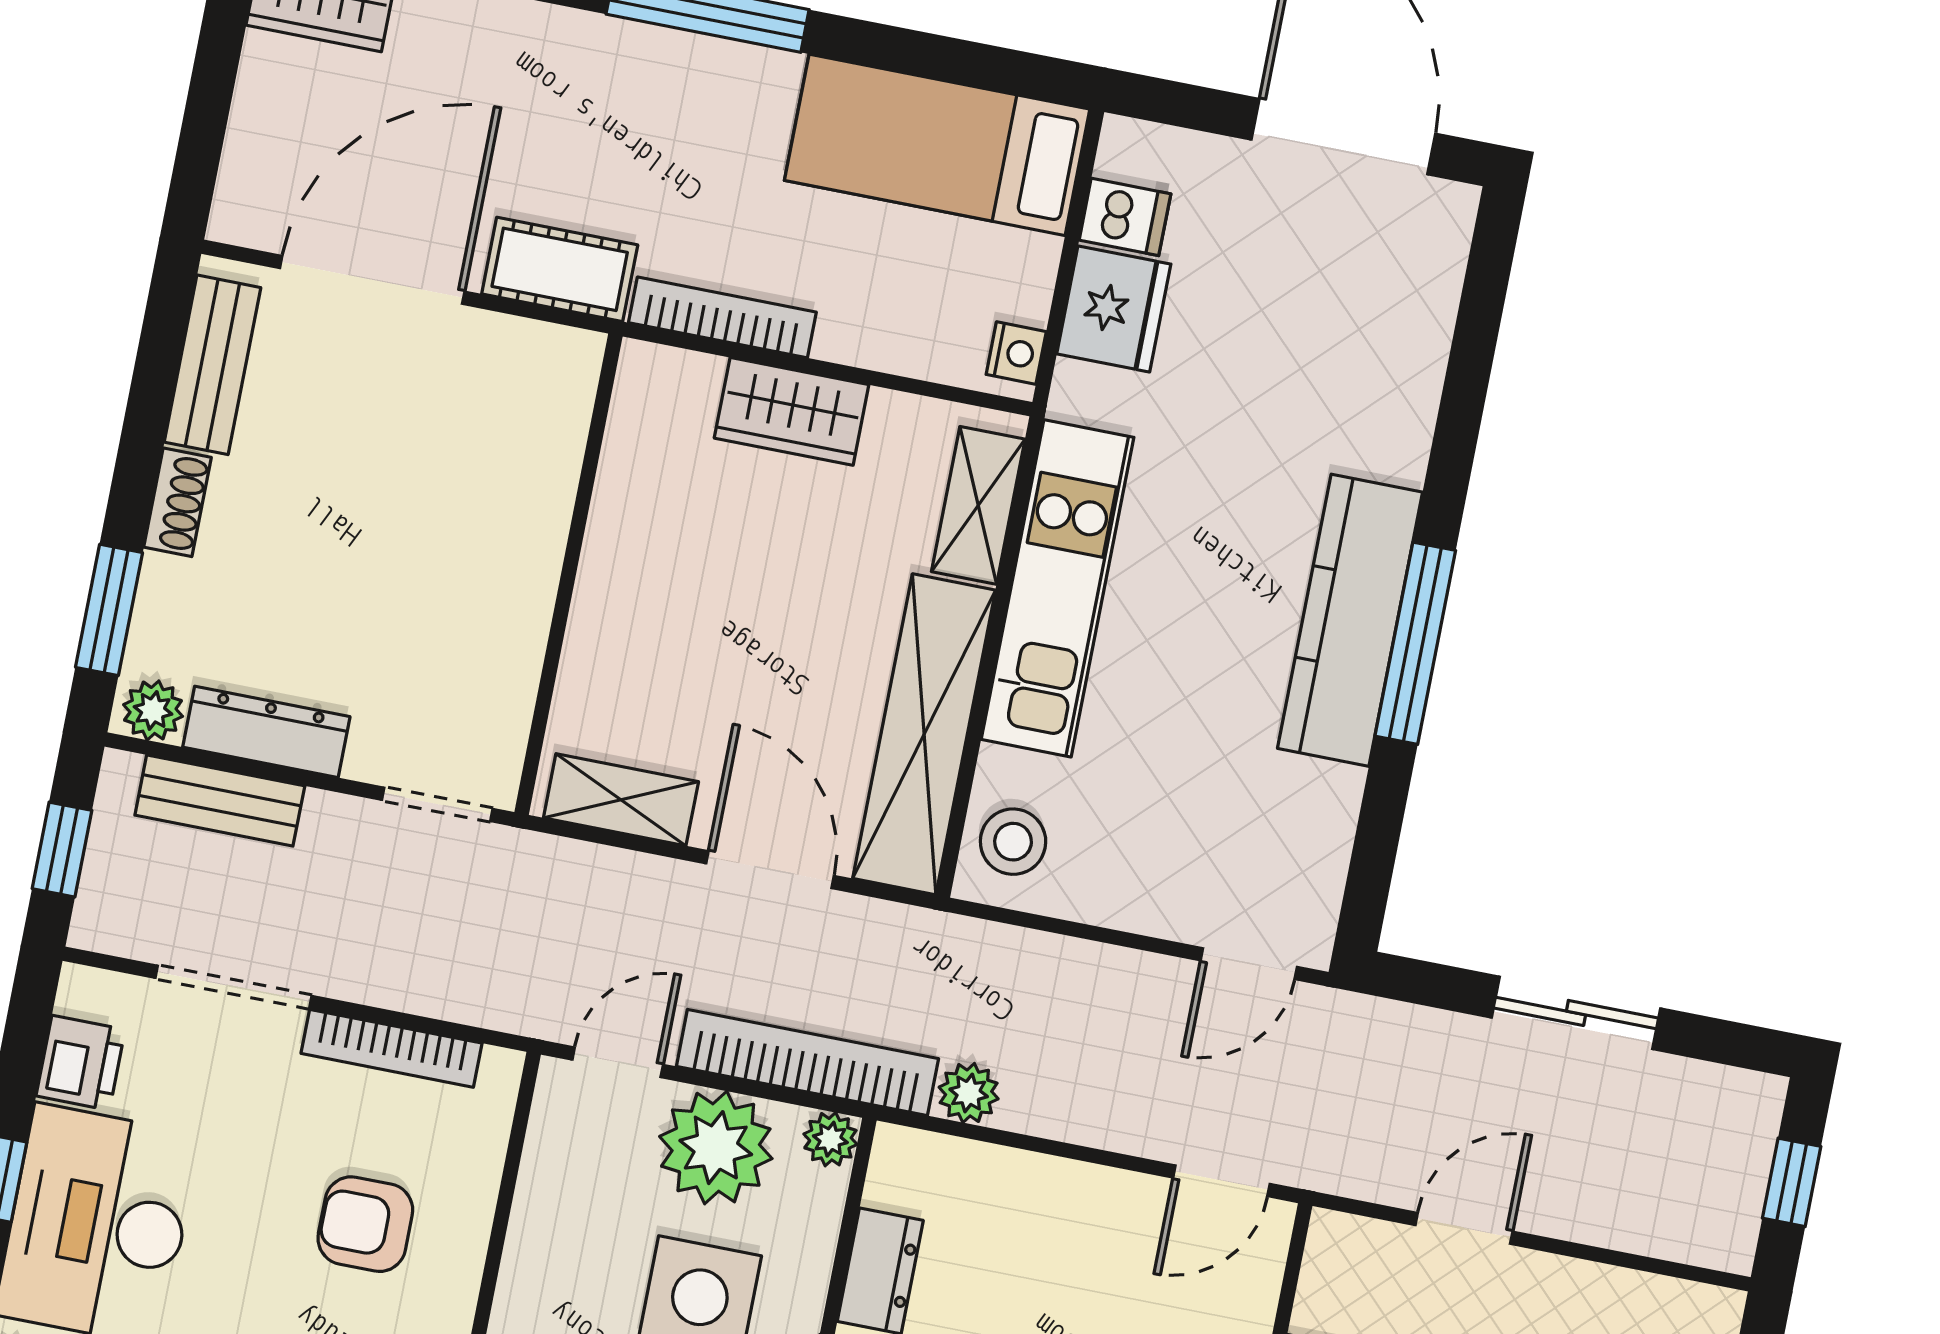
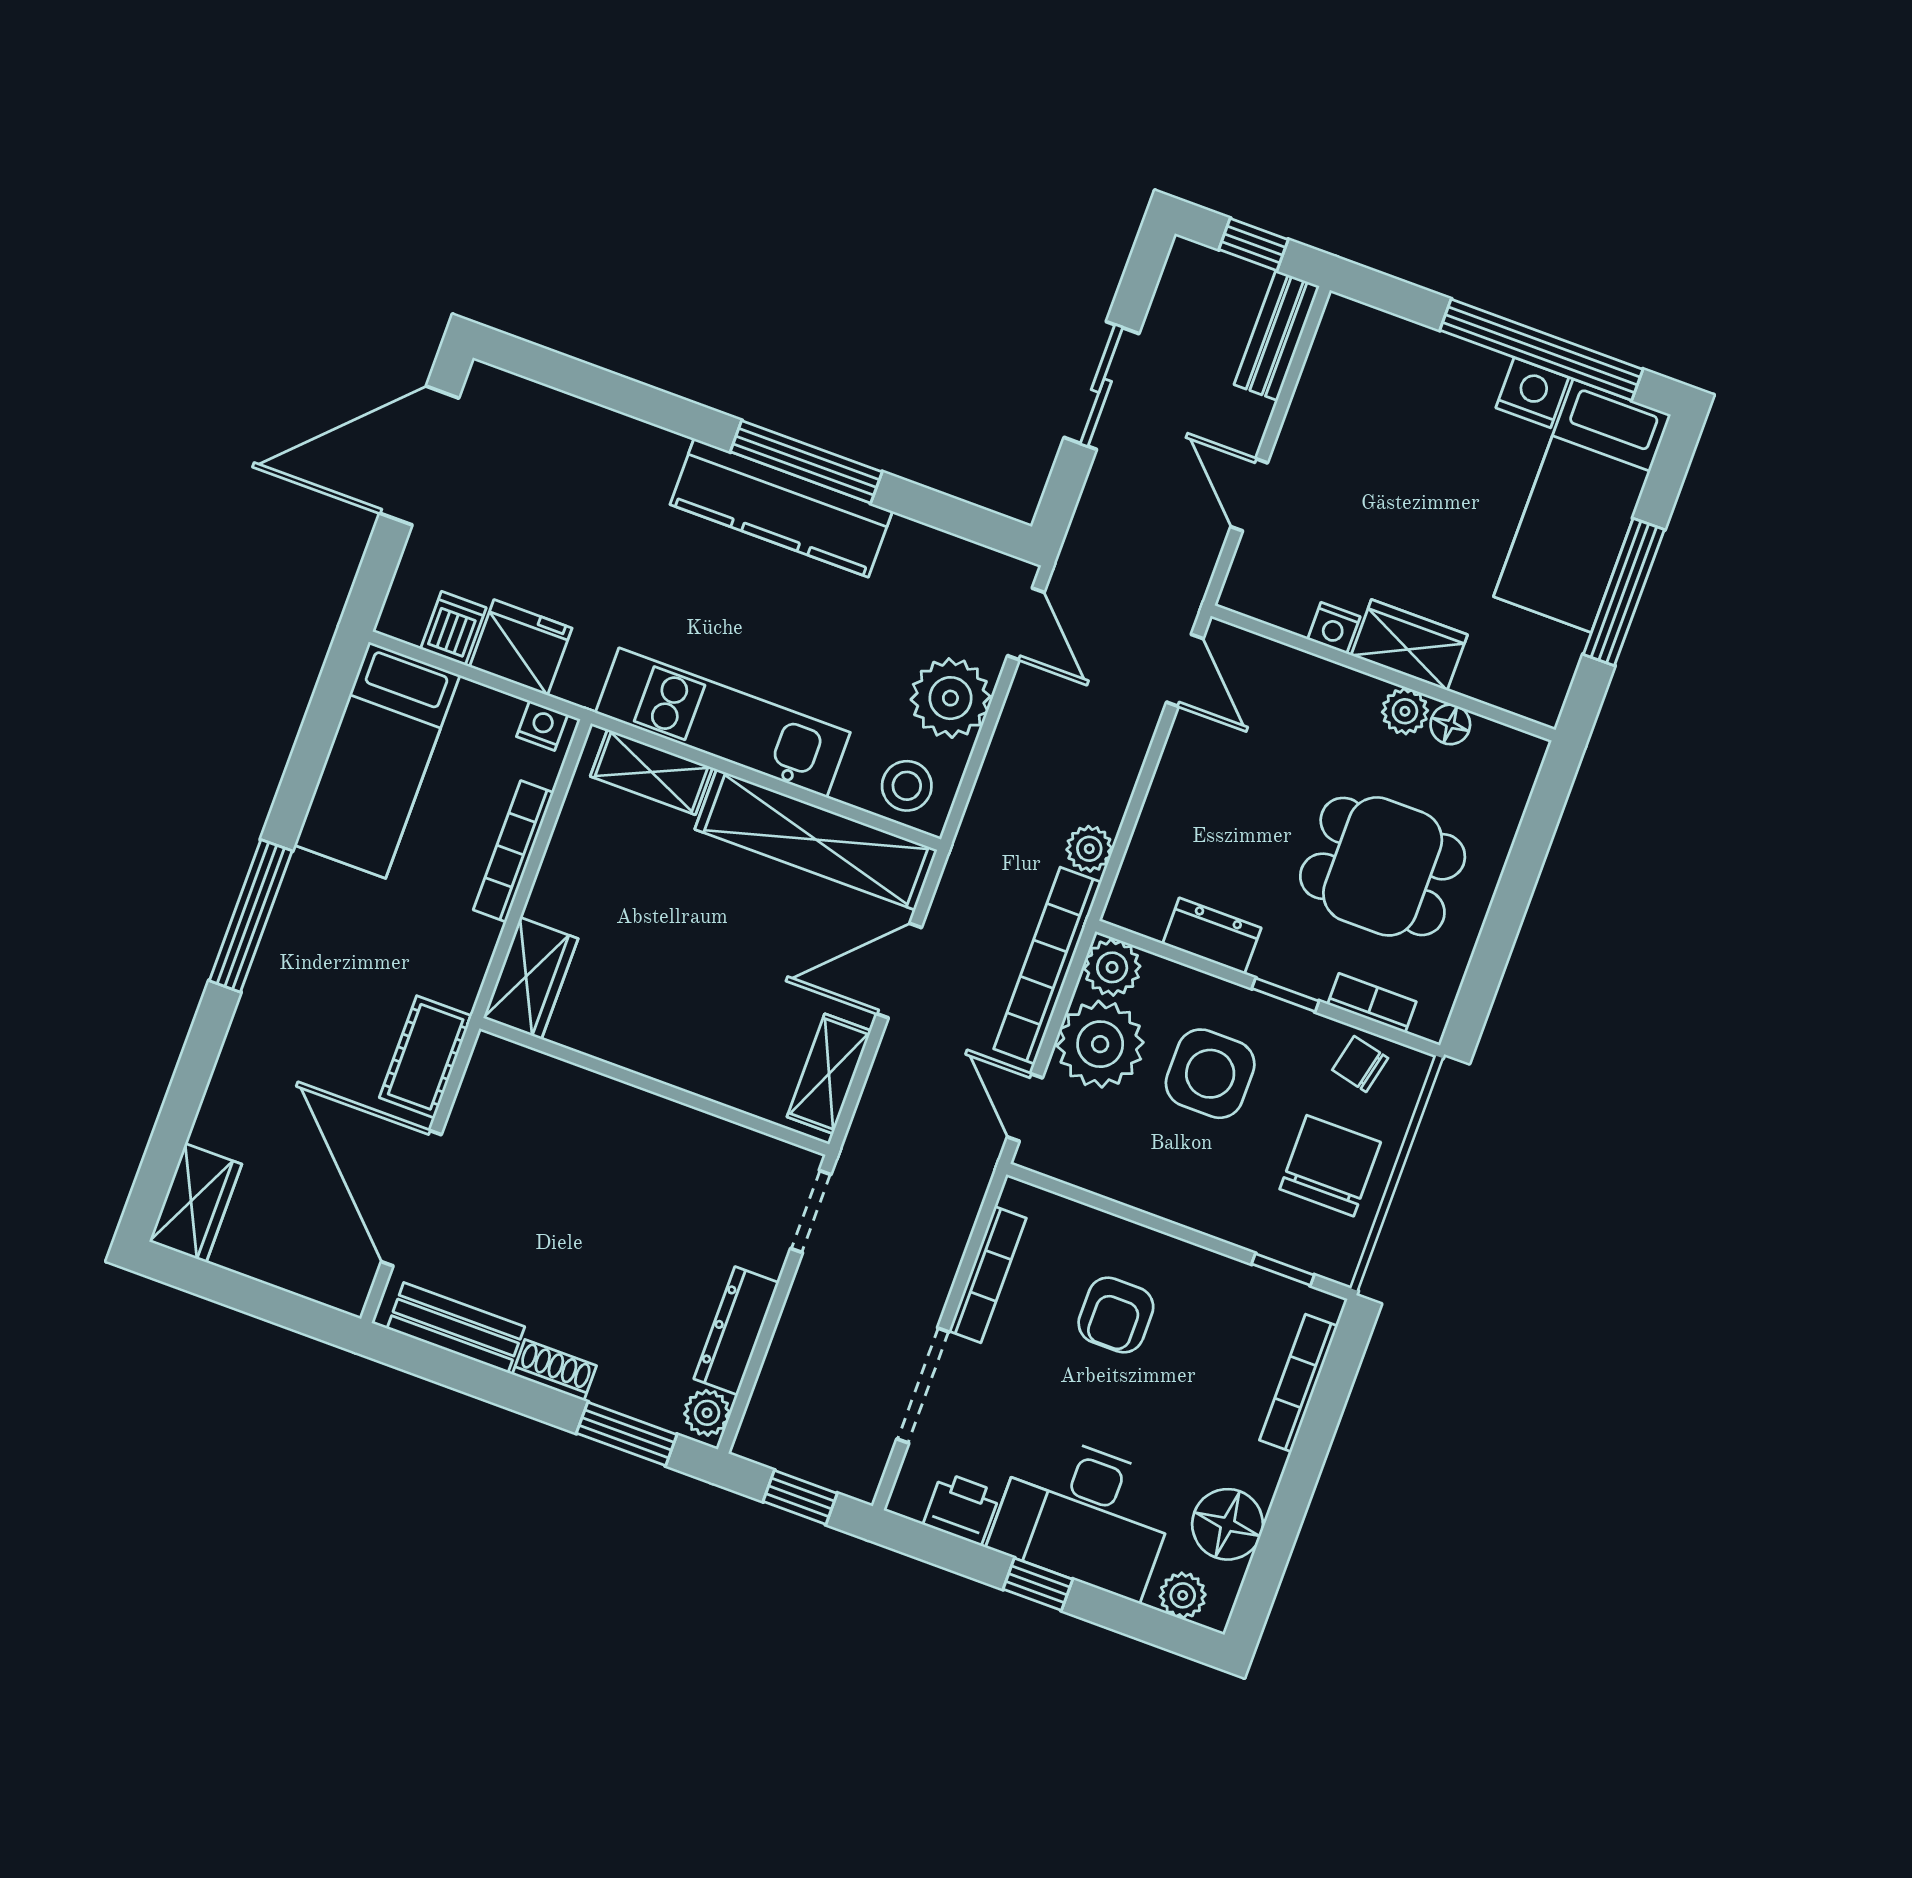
bookcase: (722, 317) -> (514, 851), moved
wardrobe: (792, 411) -> (531, 978), moved
bench: (220, 801) -> (1277, 335), moved
plant: (1137, 881) -> (950, 698), added
plant: (830, 1139) -> (1112, 967), width x1.38, depth x1.38

